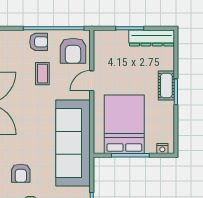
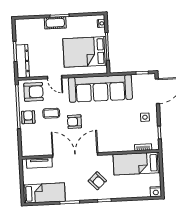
dresser: (152, 38) -> (23, 61), moved
armchair: (21, 173) -> (74, 122), moved, turned 180

